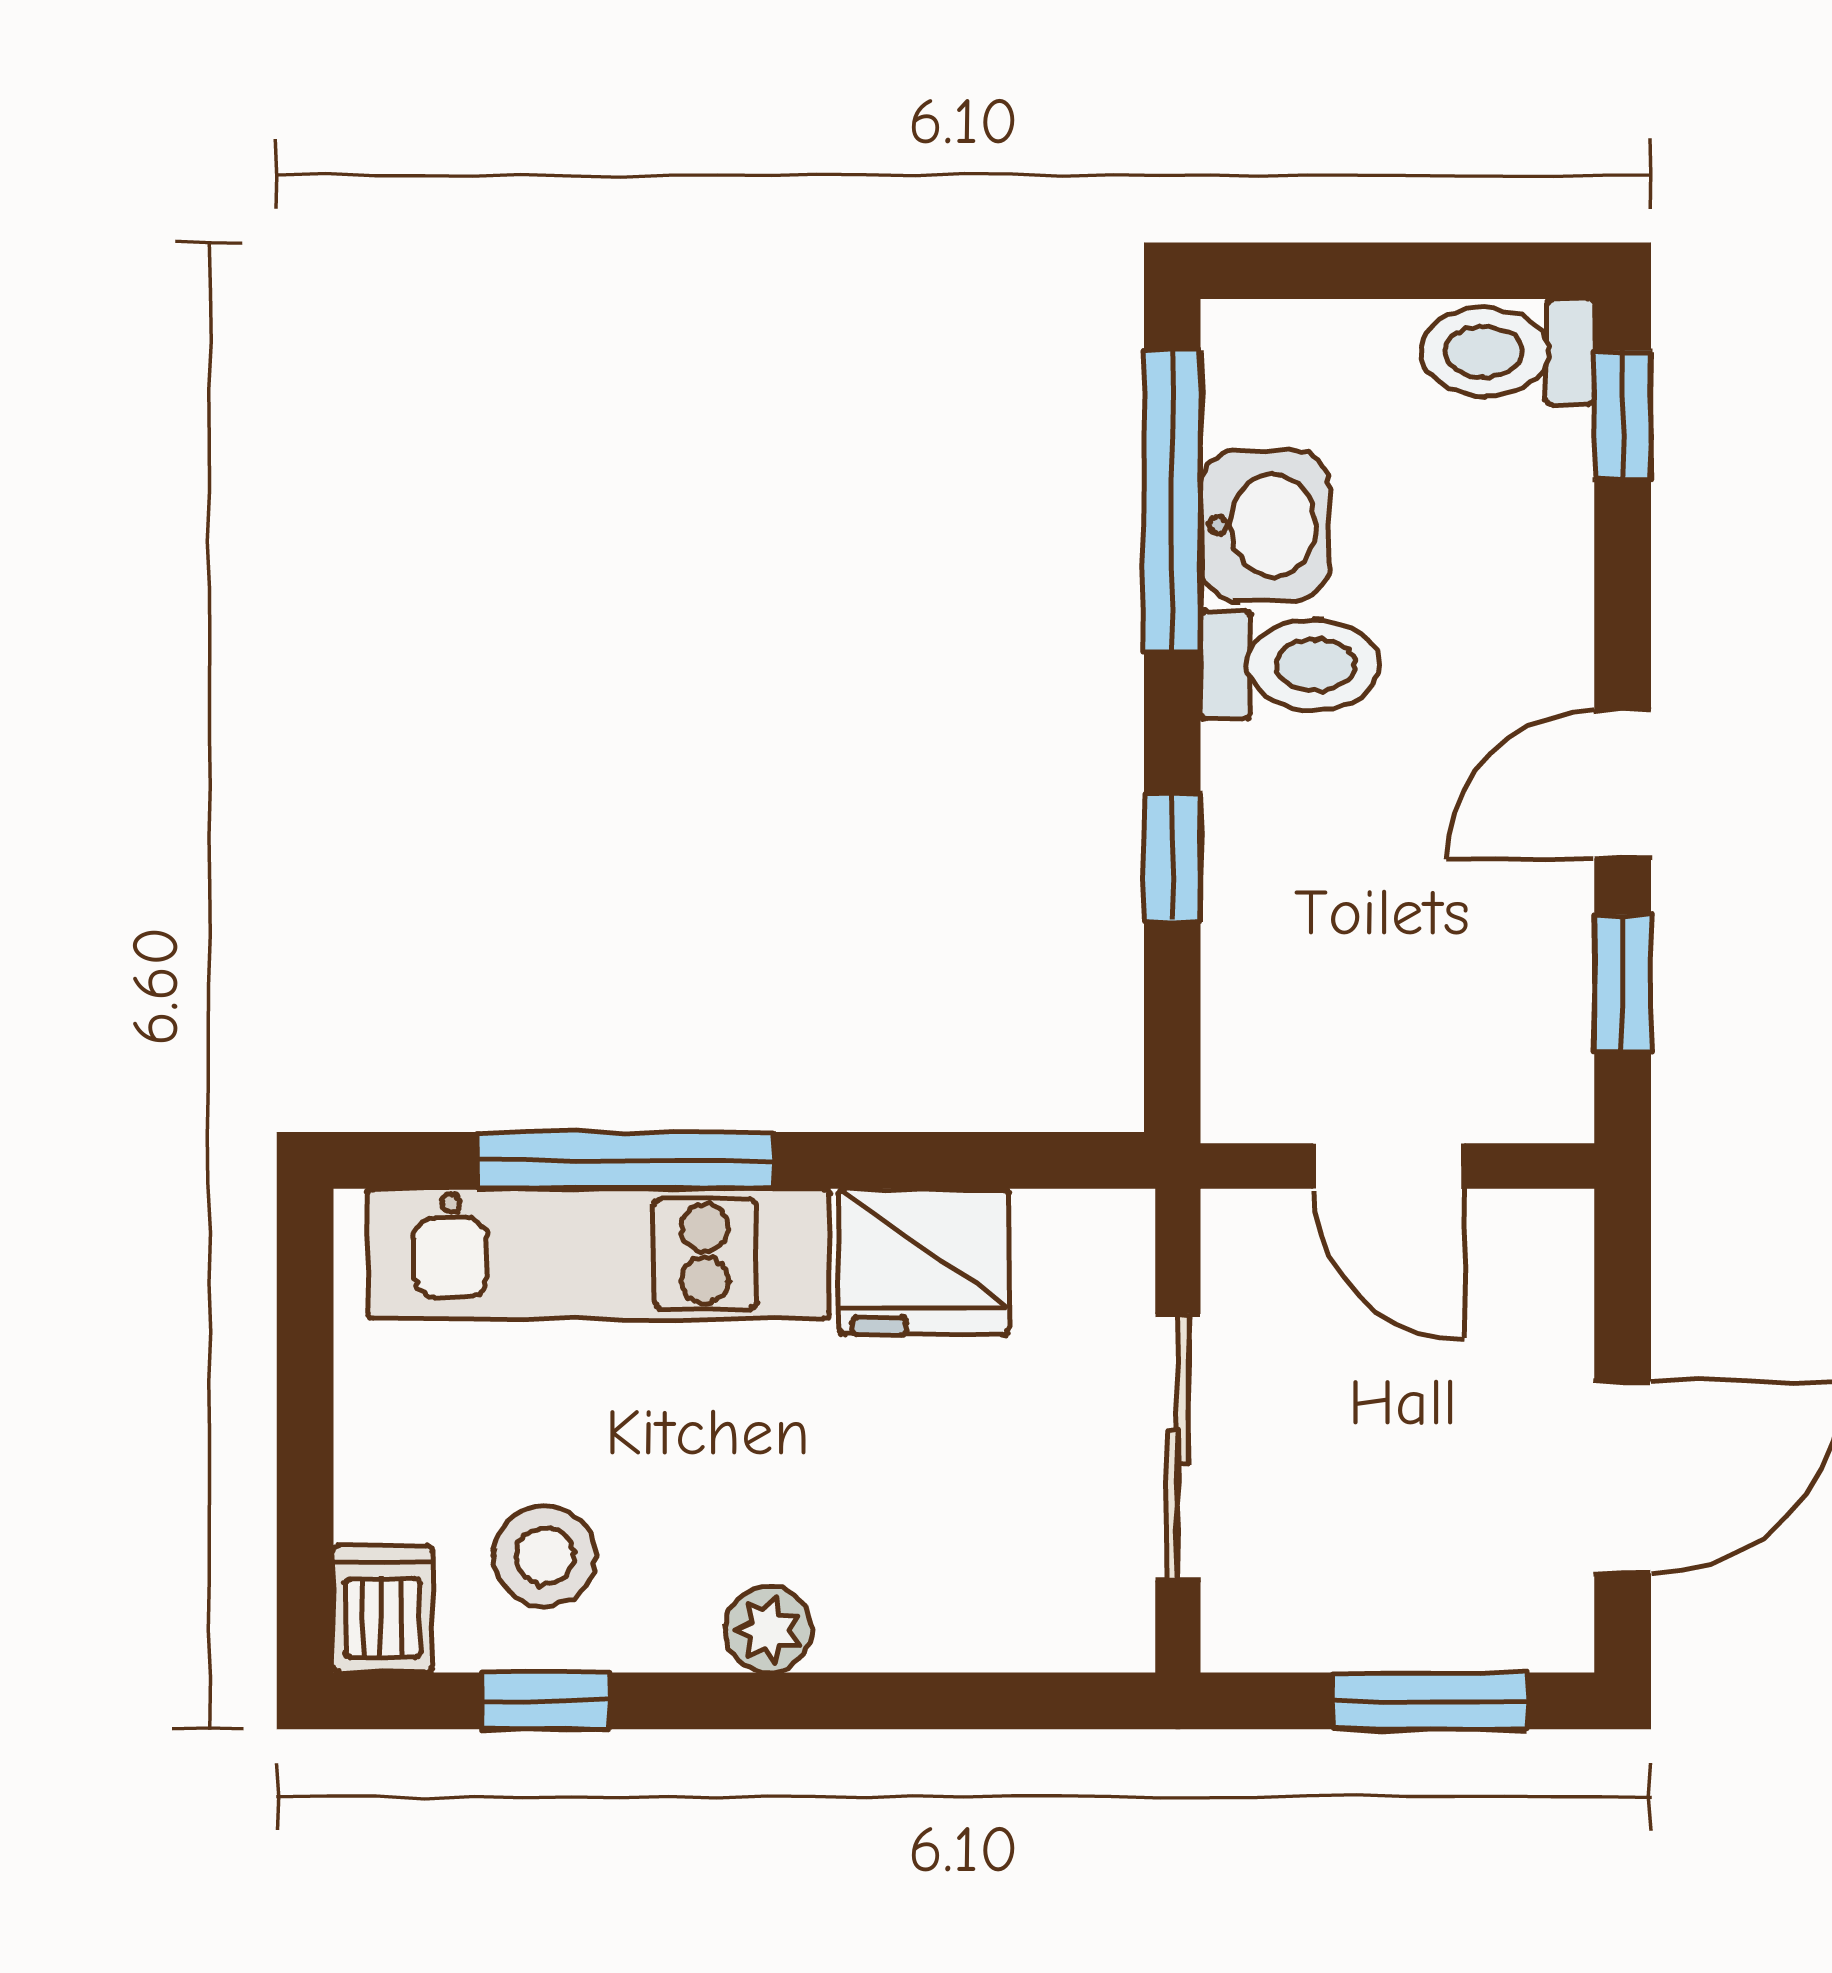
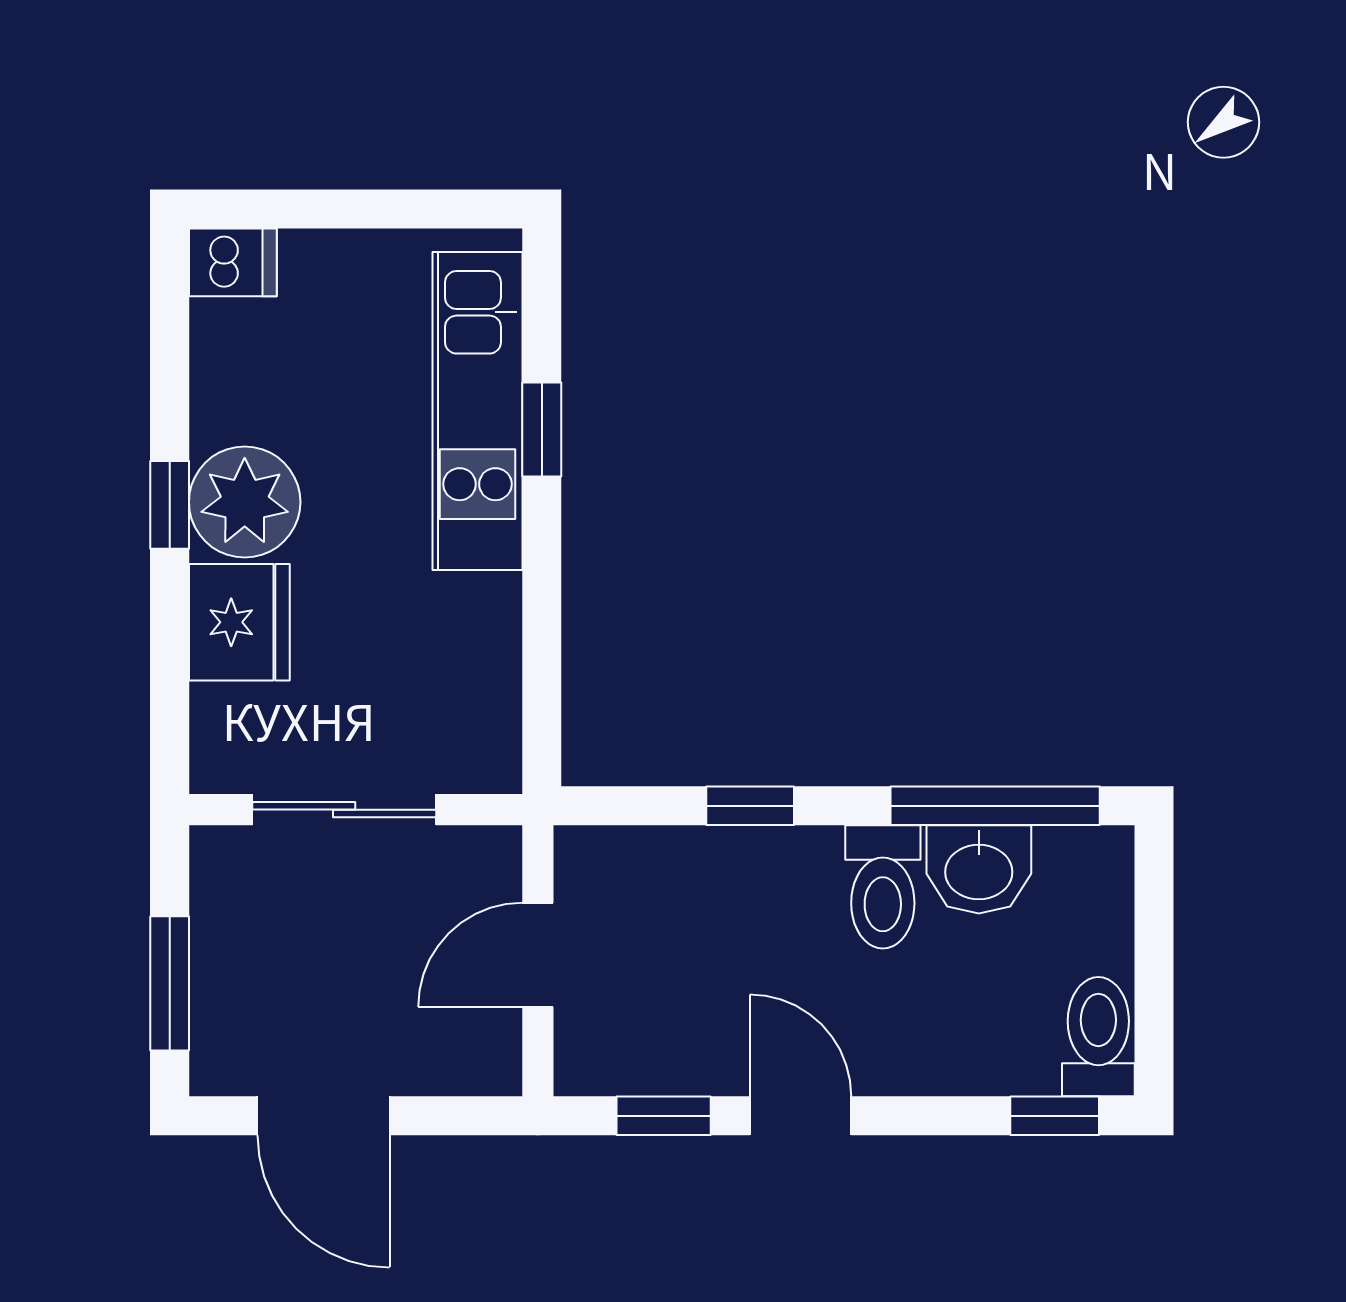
window: (625, 1160) -> (542, 429), width x0.46
fridge: (924, 1262) -> (239, 622), moved, turned 180
stool: (545, 1556) -> (269, 374), removed
plant: (769, 1630) -> (245, 502), width x1.88, depth x1.88
window: (545, 1701) -> (170, 505), moved

